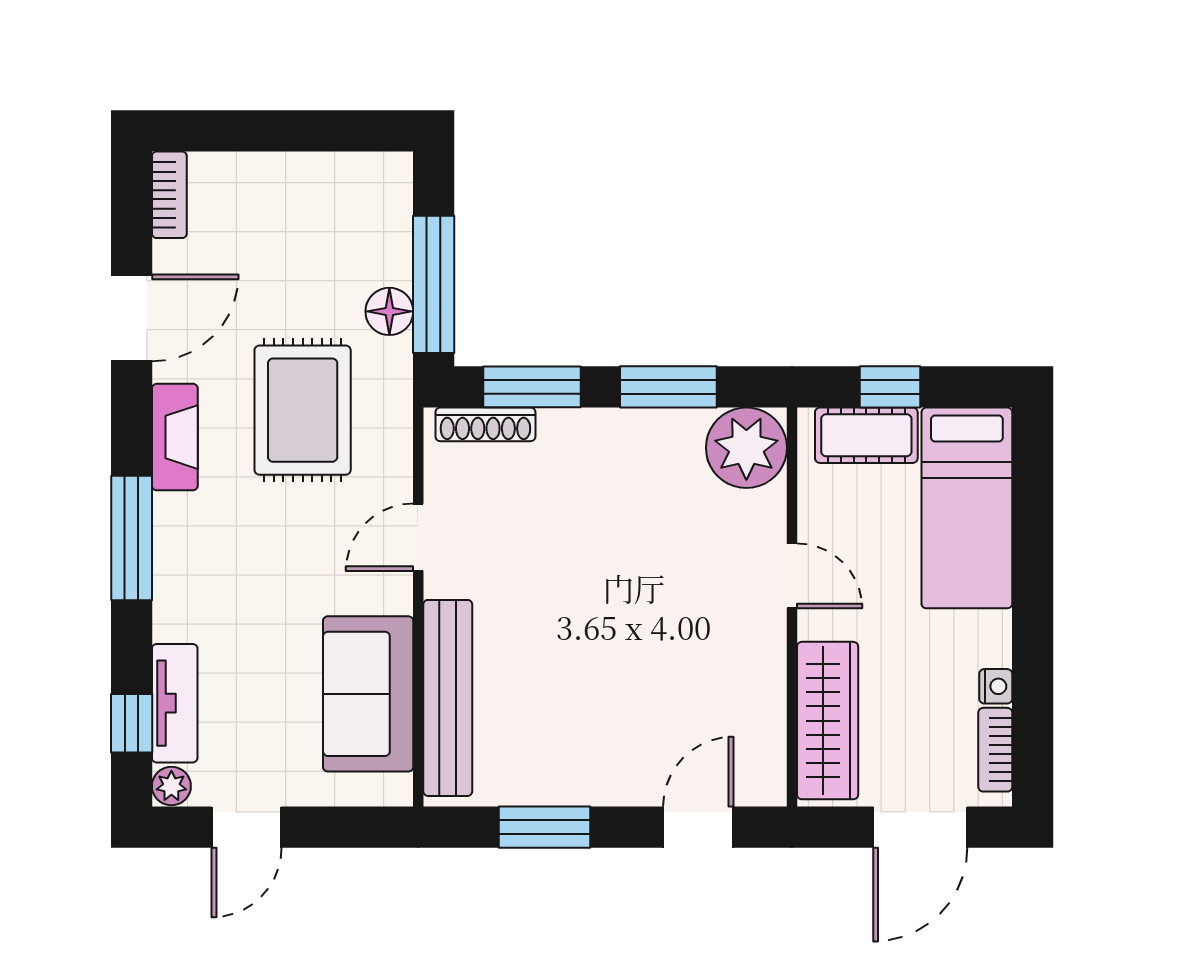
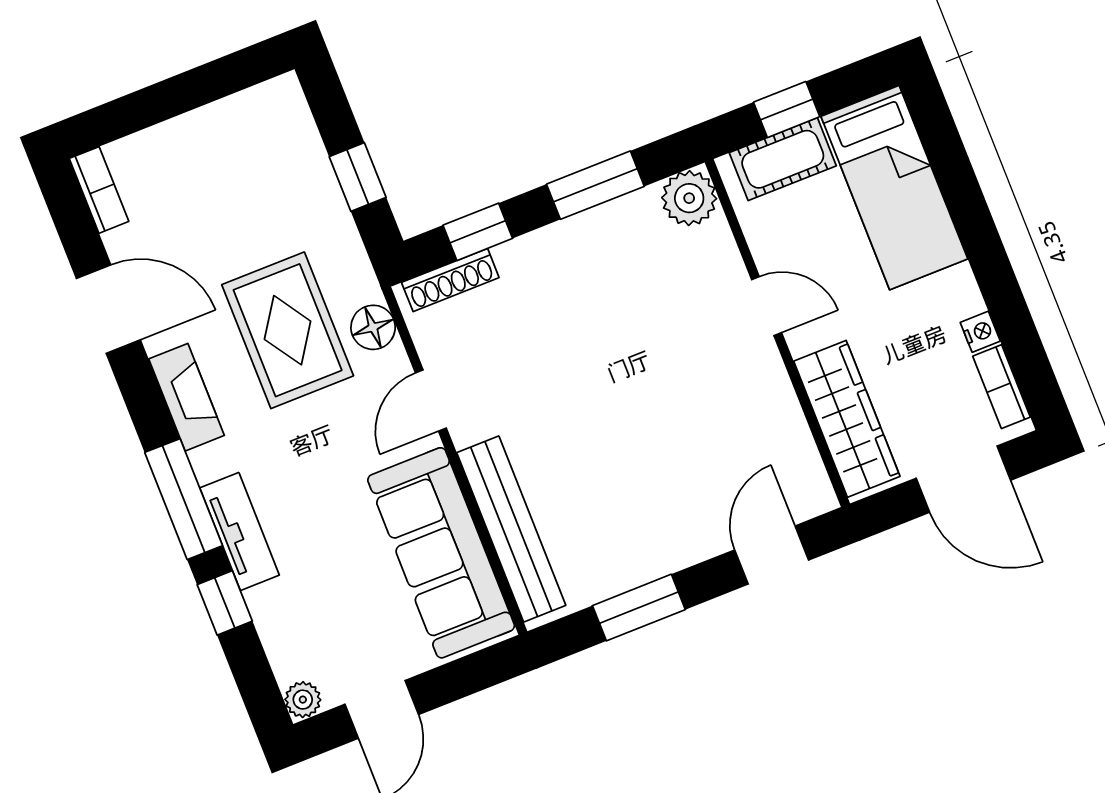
window: (434, 284) -> (358, 177), width x0.46
floor lamp: (389, 311) -> (373, 327), moved
door: (132, 318) -> (108, 309), hinge flipped
window: (532, 387) -> (478, 232), width x0.67
plant: (746, 448) -> (689, 198), width x0.73, depth x0.73
sofa: (368, 694) -> (441, 553), width x1.36
tv unit: (175, 703) -> (240, 532), moved
window: (132, 723) -> (225, 603), moved
door: (920, 827) -> (963, 479), hinge flipped

